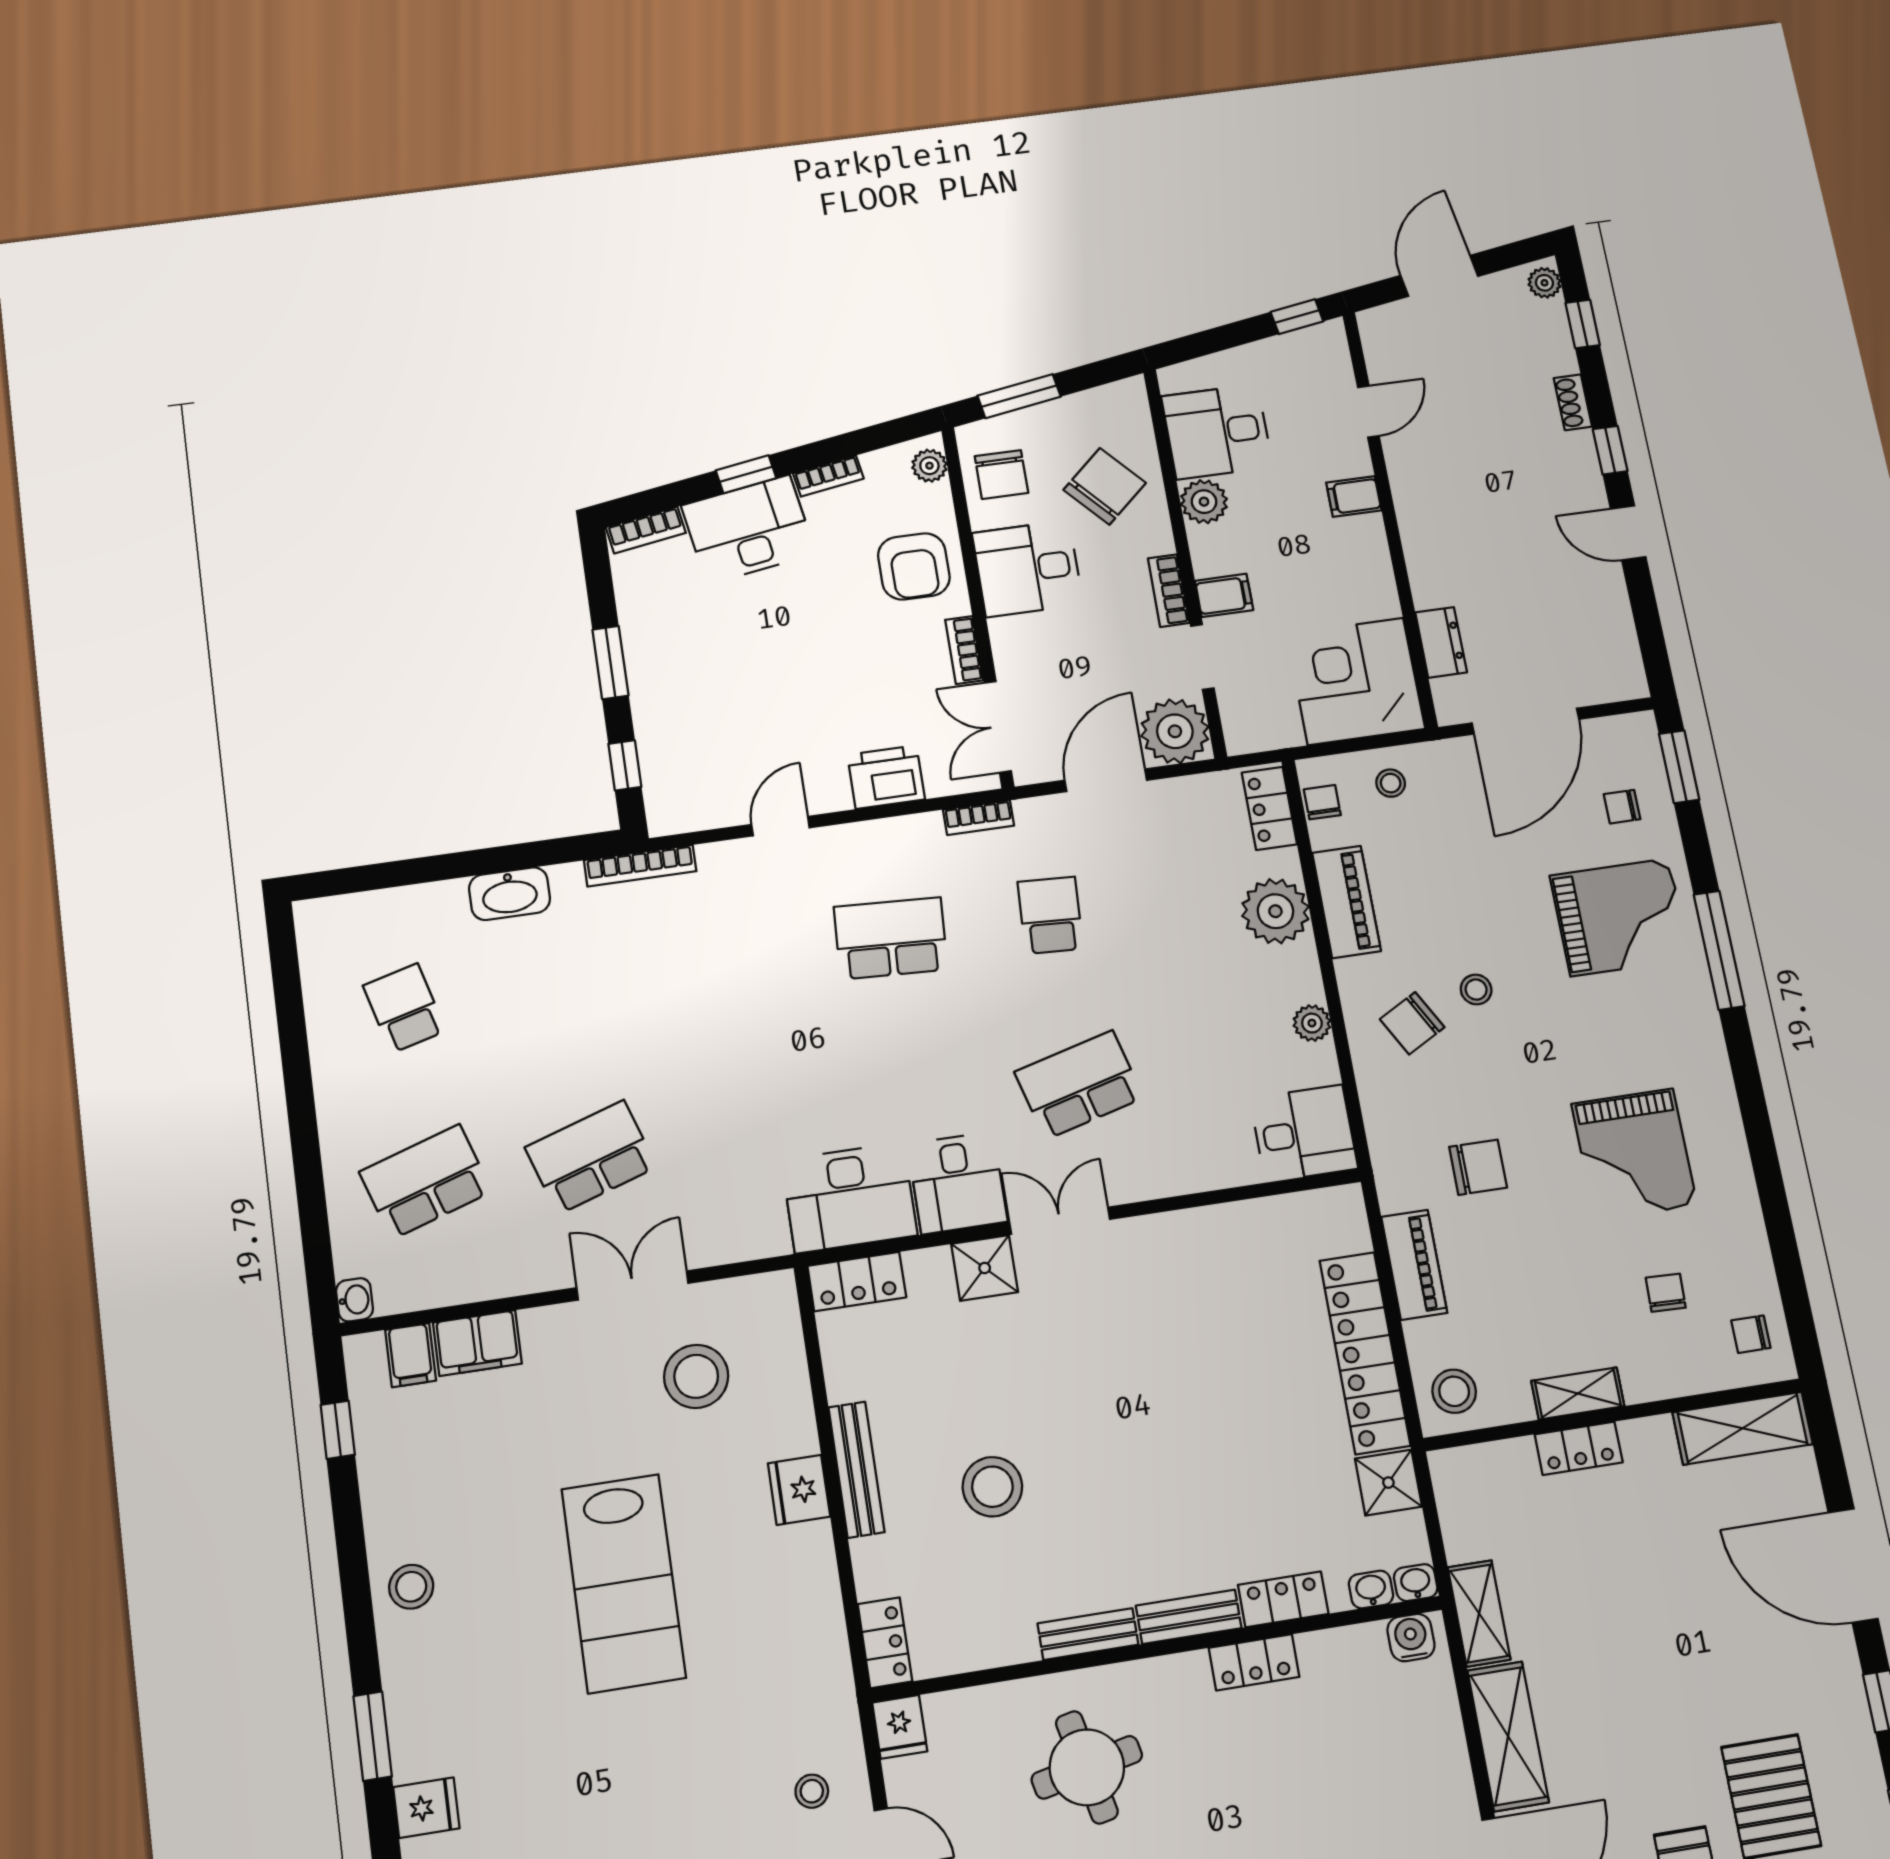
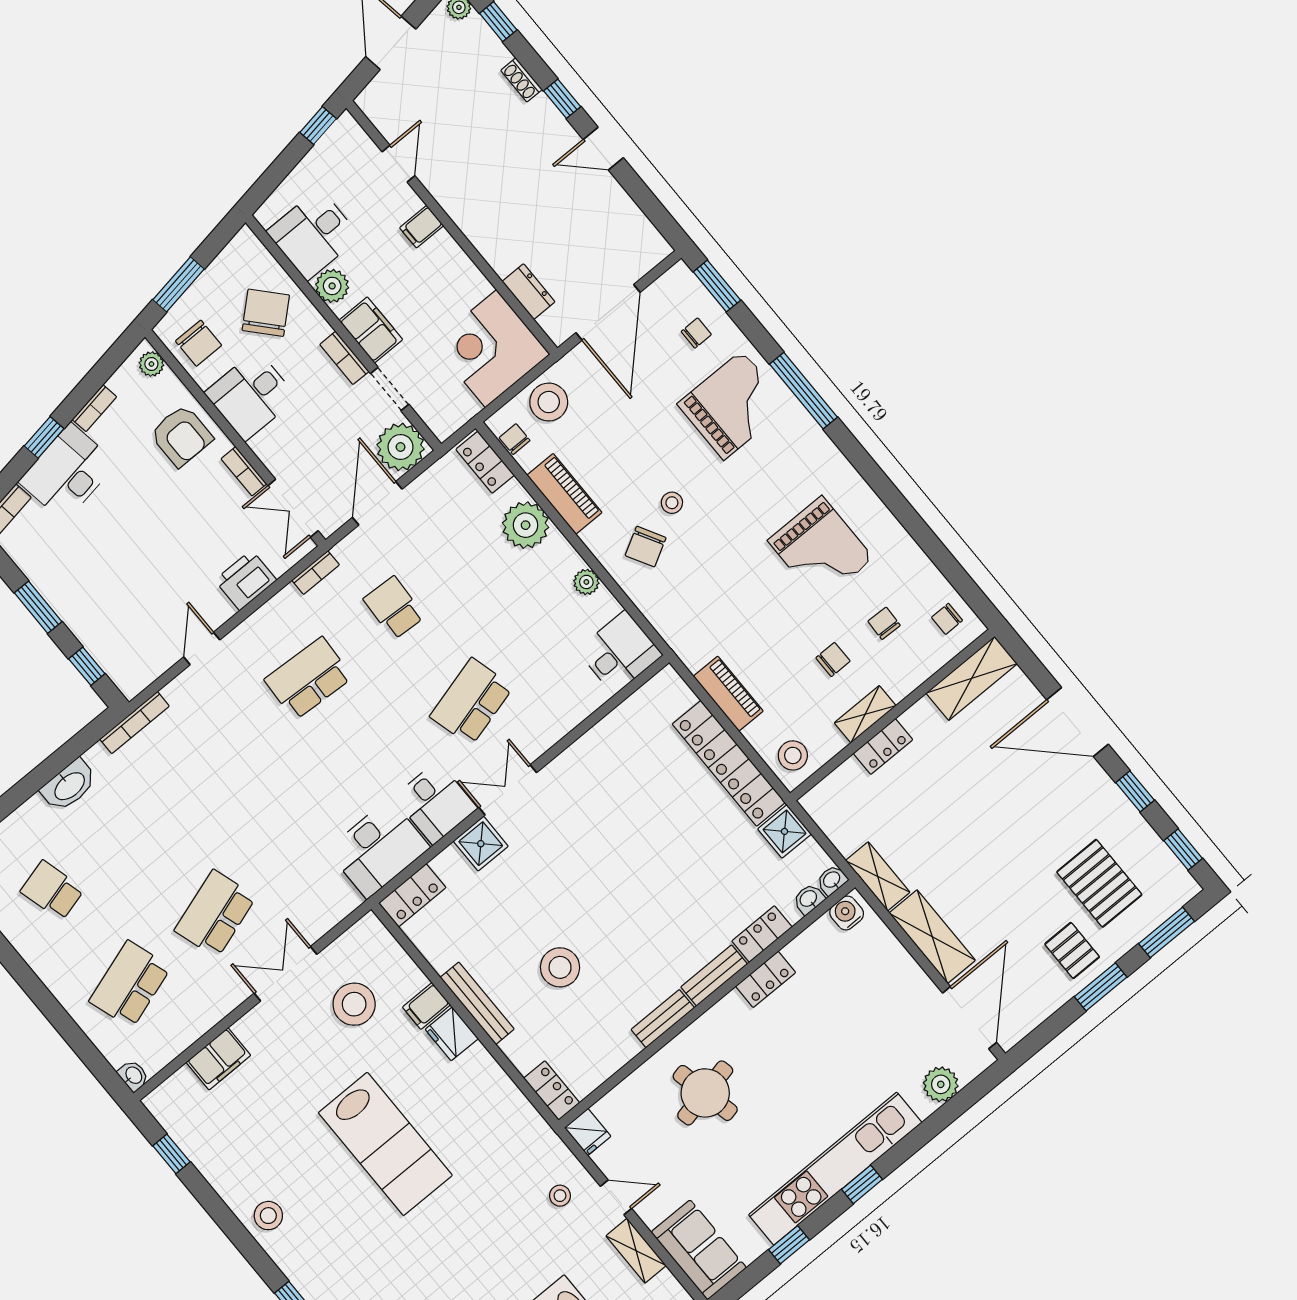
filing cabinet: (1224, 595) -> (371, 330), width x2.00
stool: (1391, 783) -> (549, 402), width x1.89, depth x1.89
chair: (1622, 807) -> (696, 333), turned 180
chair: (1478, 1167) -> (833, 659), moved, width x0.73, depth x0.73
filing cabinet: (411, 1355) -> (426, 1006), moved, turned 90

